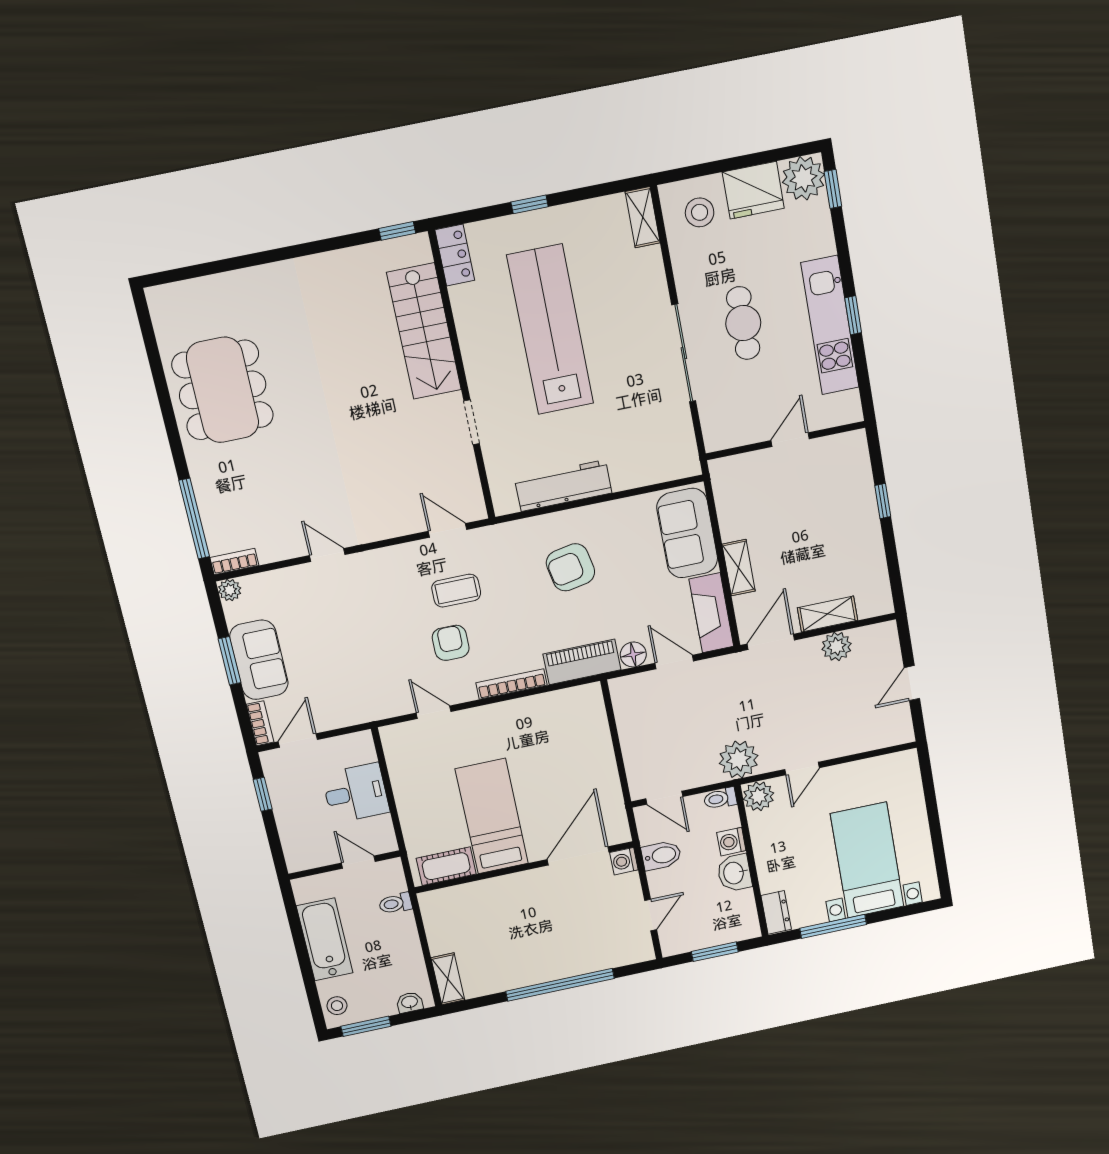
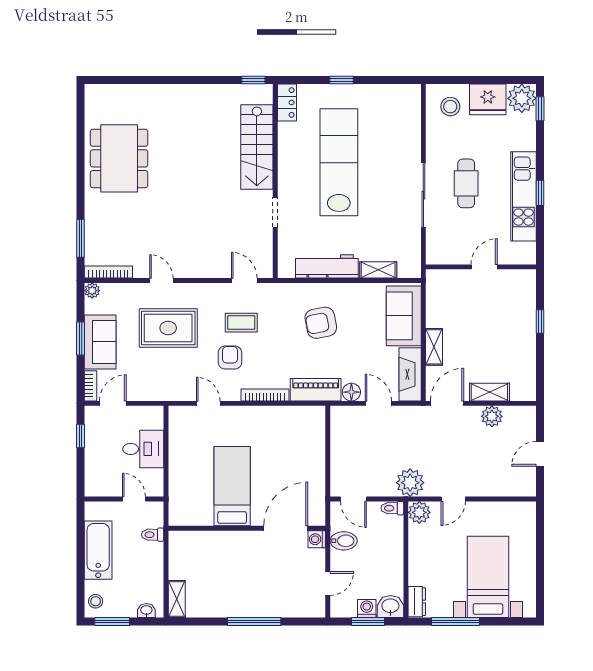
shelving: (643, 217) -> (378, 270), moved, turned 90
window: (194, 519) -> (81, 238), width x0.69
bookcase: (234, 561) -> (108, 272), width x1.56
rug: (353, 620) -> (168, 328), added
washing machine: (731, 842) -> (367, 608), moved, turned 90
cot: (446, 866) -> (193, 515), removed
washbasin: (734, 873) -> (390, 606), moved, turned 90
window: (560, 985) -> (254, 621), width x0.68

